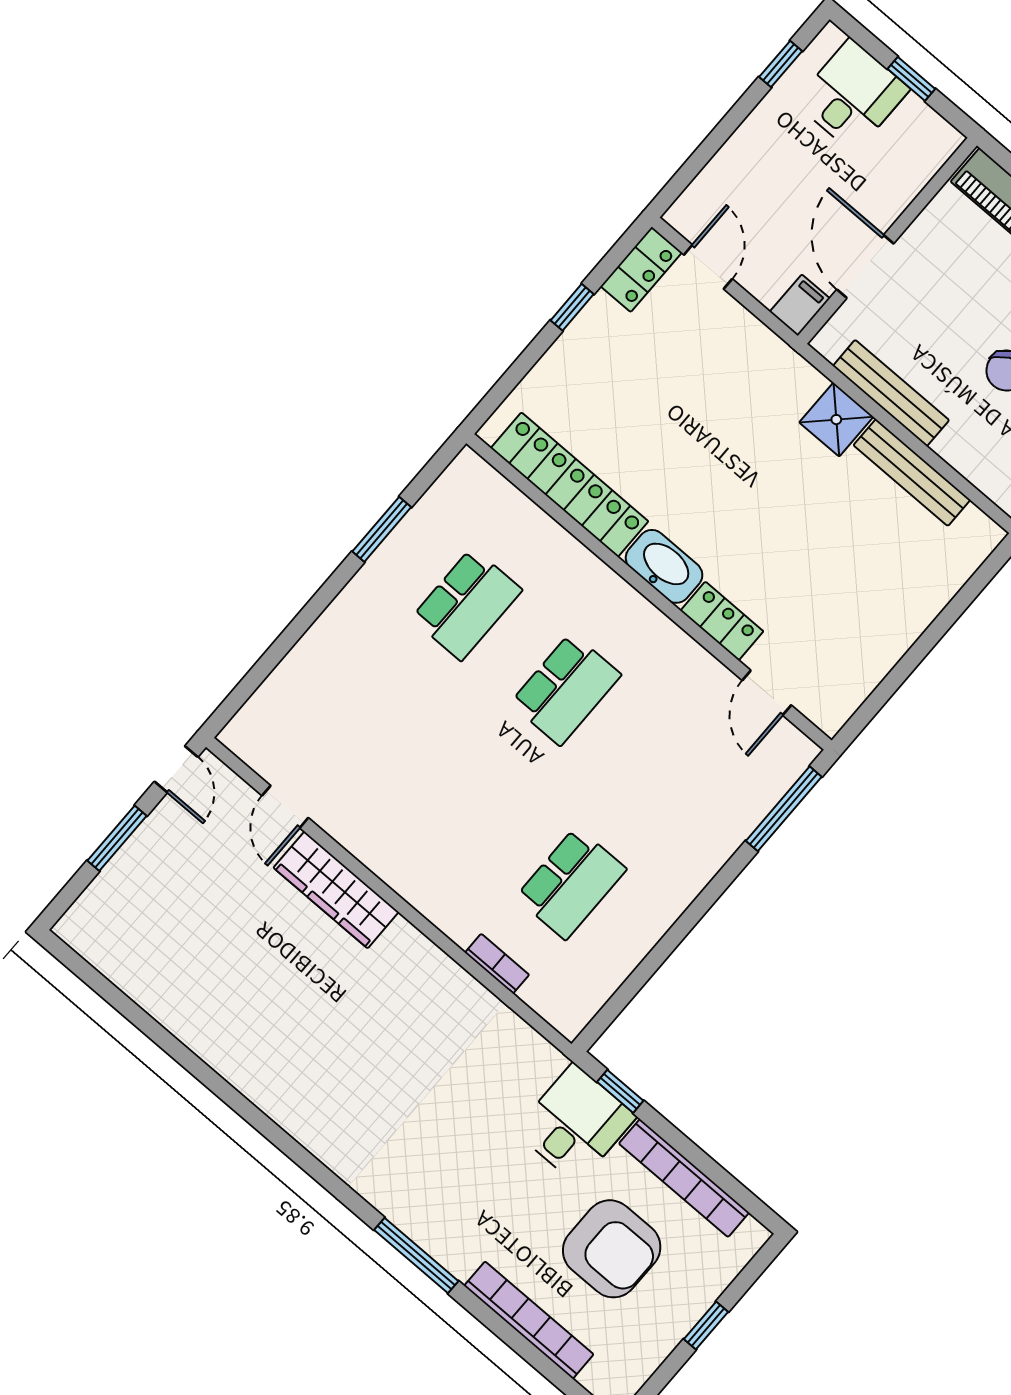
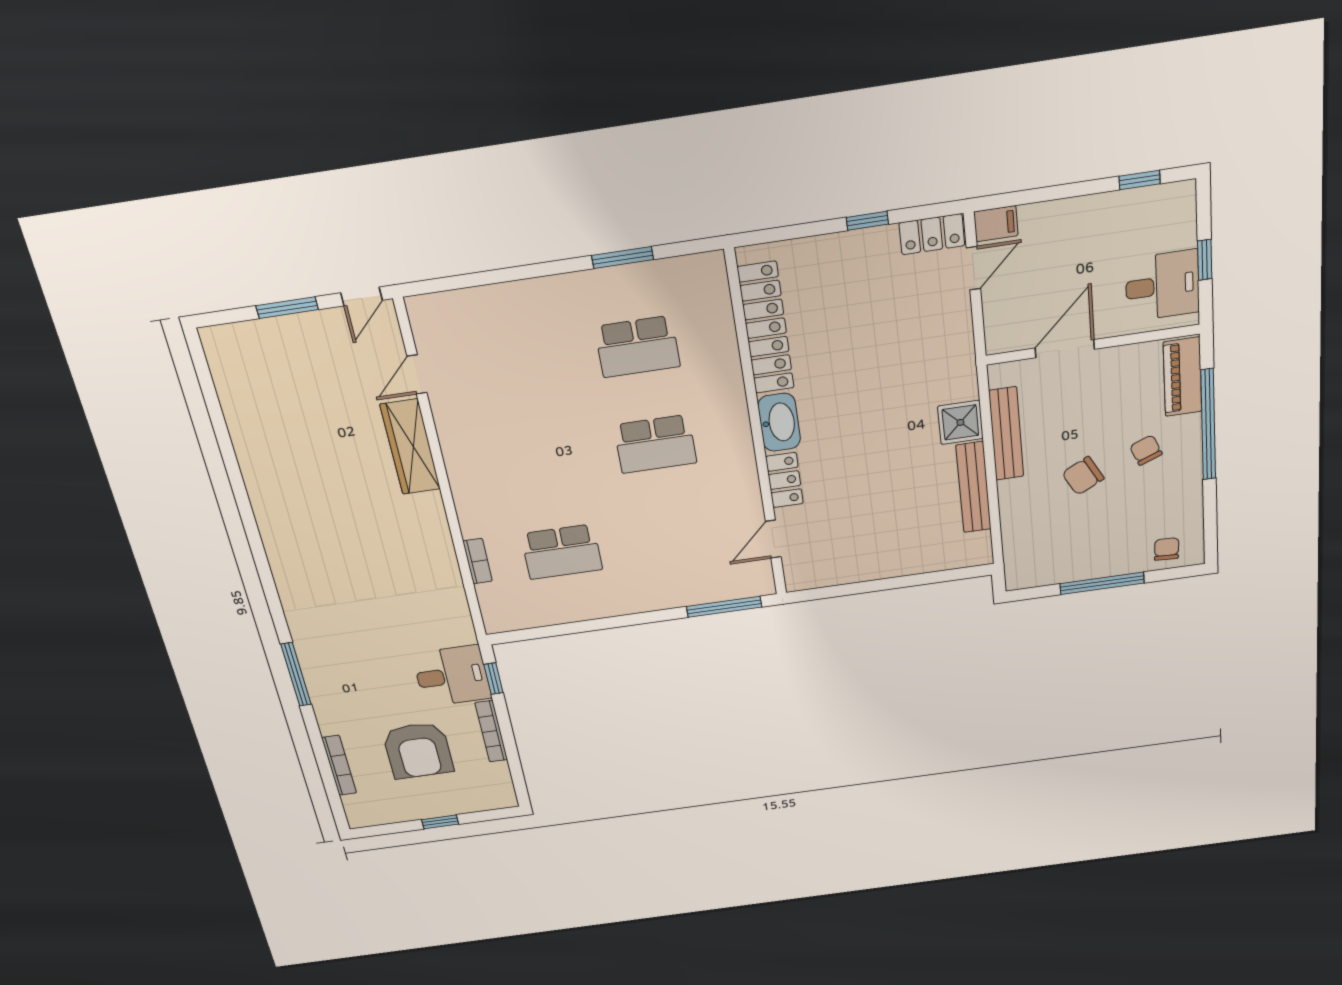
desk: (852, 96) -> (1162, 286), moved
filing cabinet: (800, 305) -> (996, 224), moved
bookcase: (684, 1178) -> (491, 731), width x0.68, depth x0.76
bookcase: (529, 1320) -> (339, 765), width x0.68, depth x0.76

